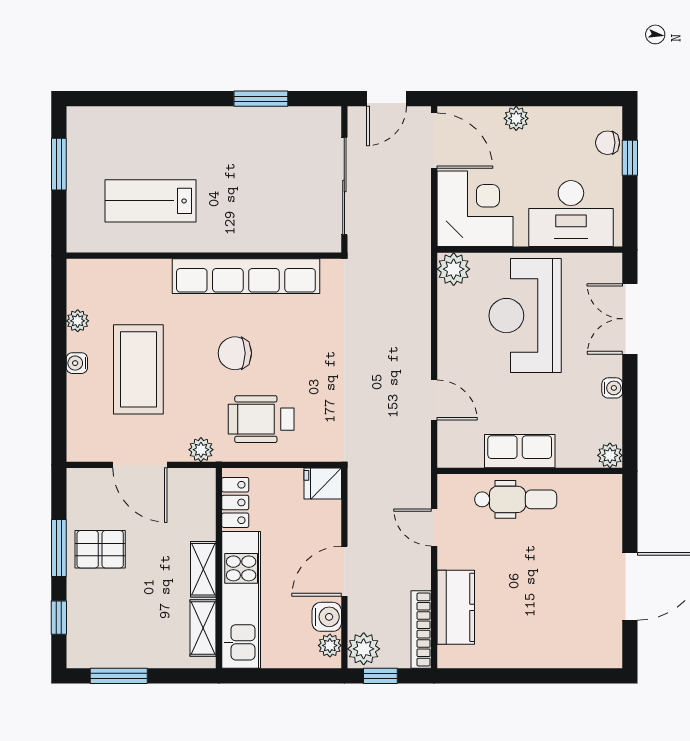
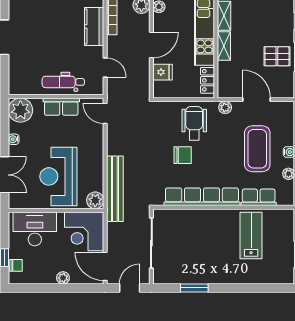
lab bench: (150, 201) -> (251, 235), turned -90
row of seats: (136, 275) -> (259, 197), added
bench: (415, 292) -> (115, 189), added
reception desk: (525, 316) -> (58, 176), turned 180
chair: (235, 353) -> (183, 155), moved
door: (434, 400) -> (105, 113), moved
wheelchair: (261, 419) -> (194, 123), turned -90
plant: (610, 455) -> (20, 110), width x1.88, depth x1.88
fridge: (323, 484) -> (162, 72), moved
water cooler: (327, 617) -> (160, 22), removed

